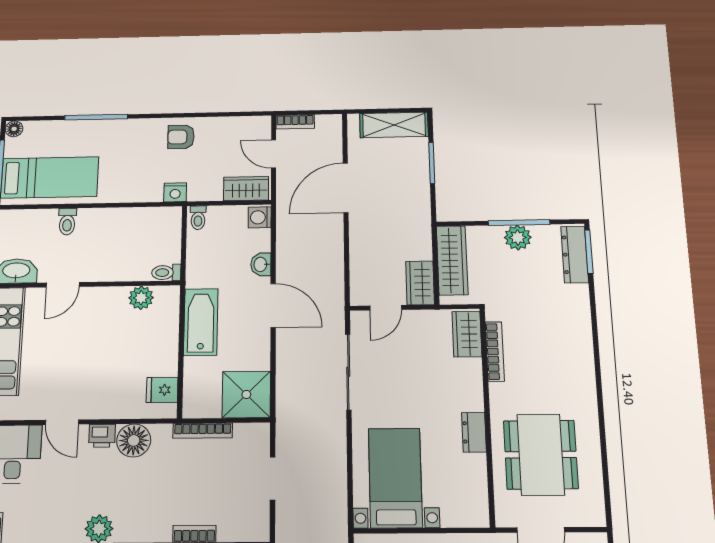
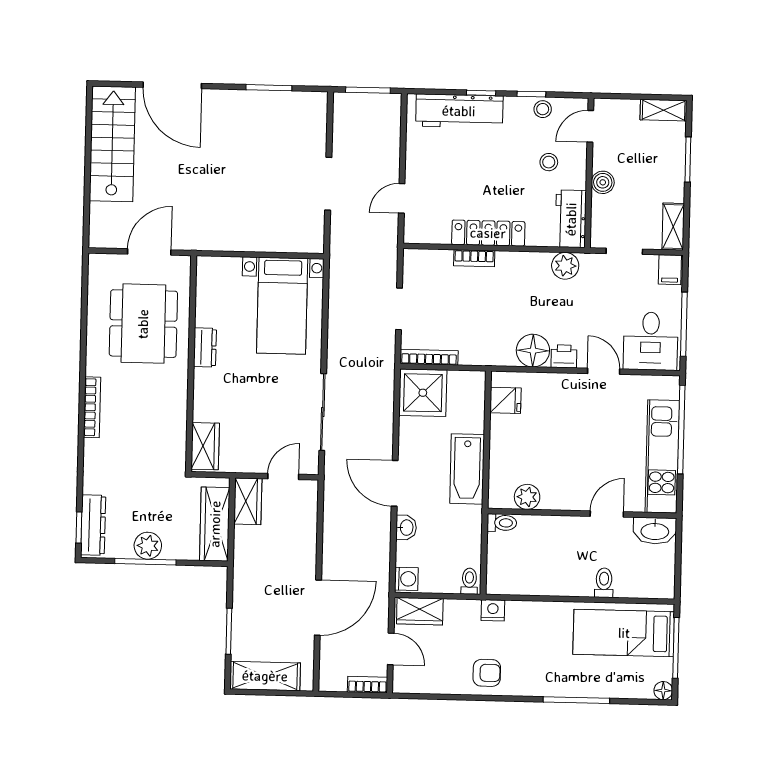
window: (589, 252) -> (79, 527), width x0.67
bookcase: (495, 351) -> (92, 407), moved, turned 180
bookcase: (203, 431) -> (429, 357), moved

